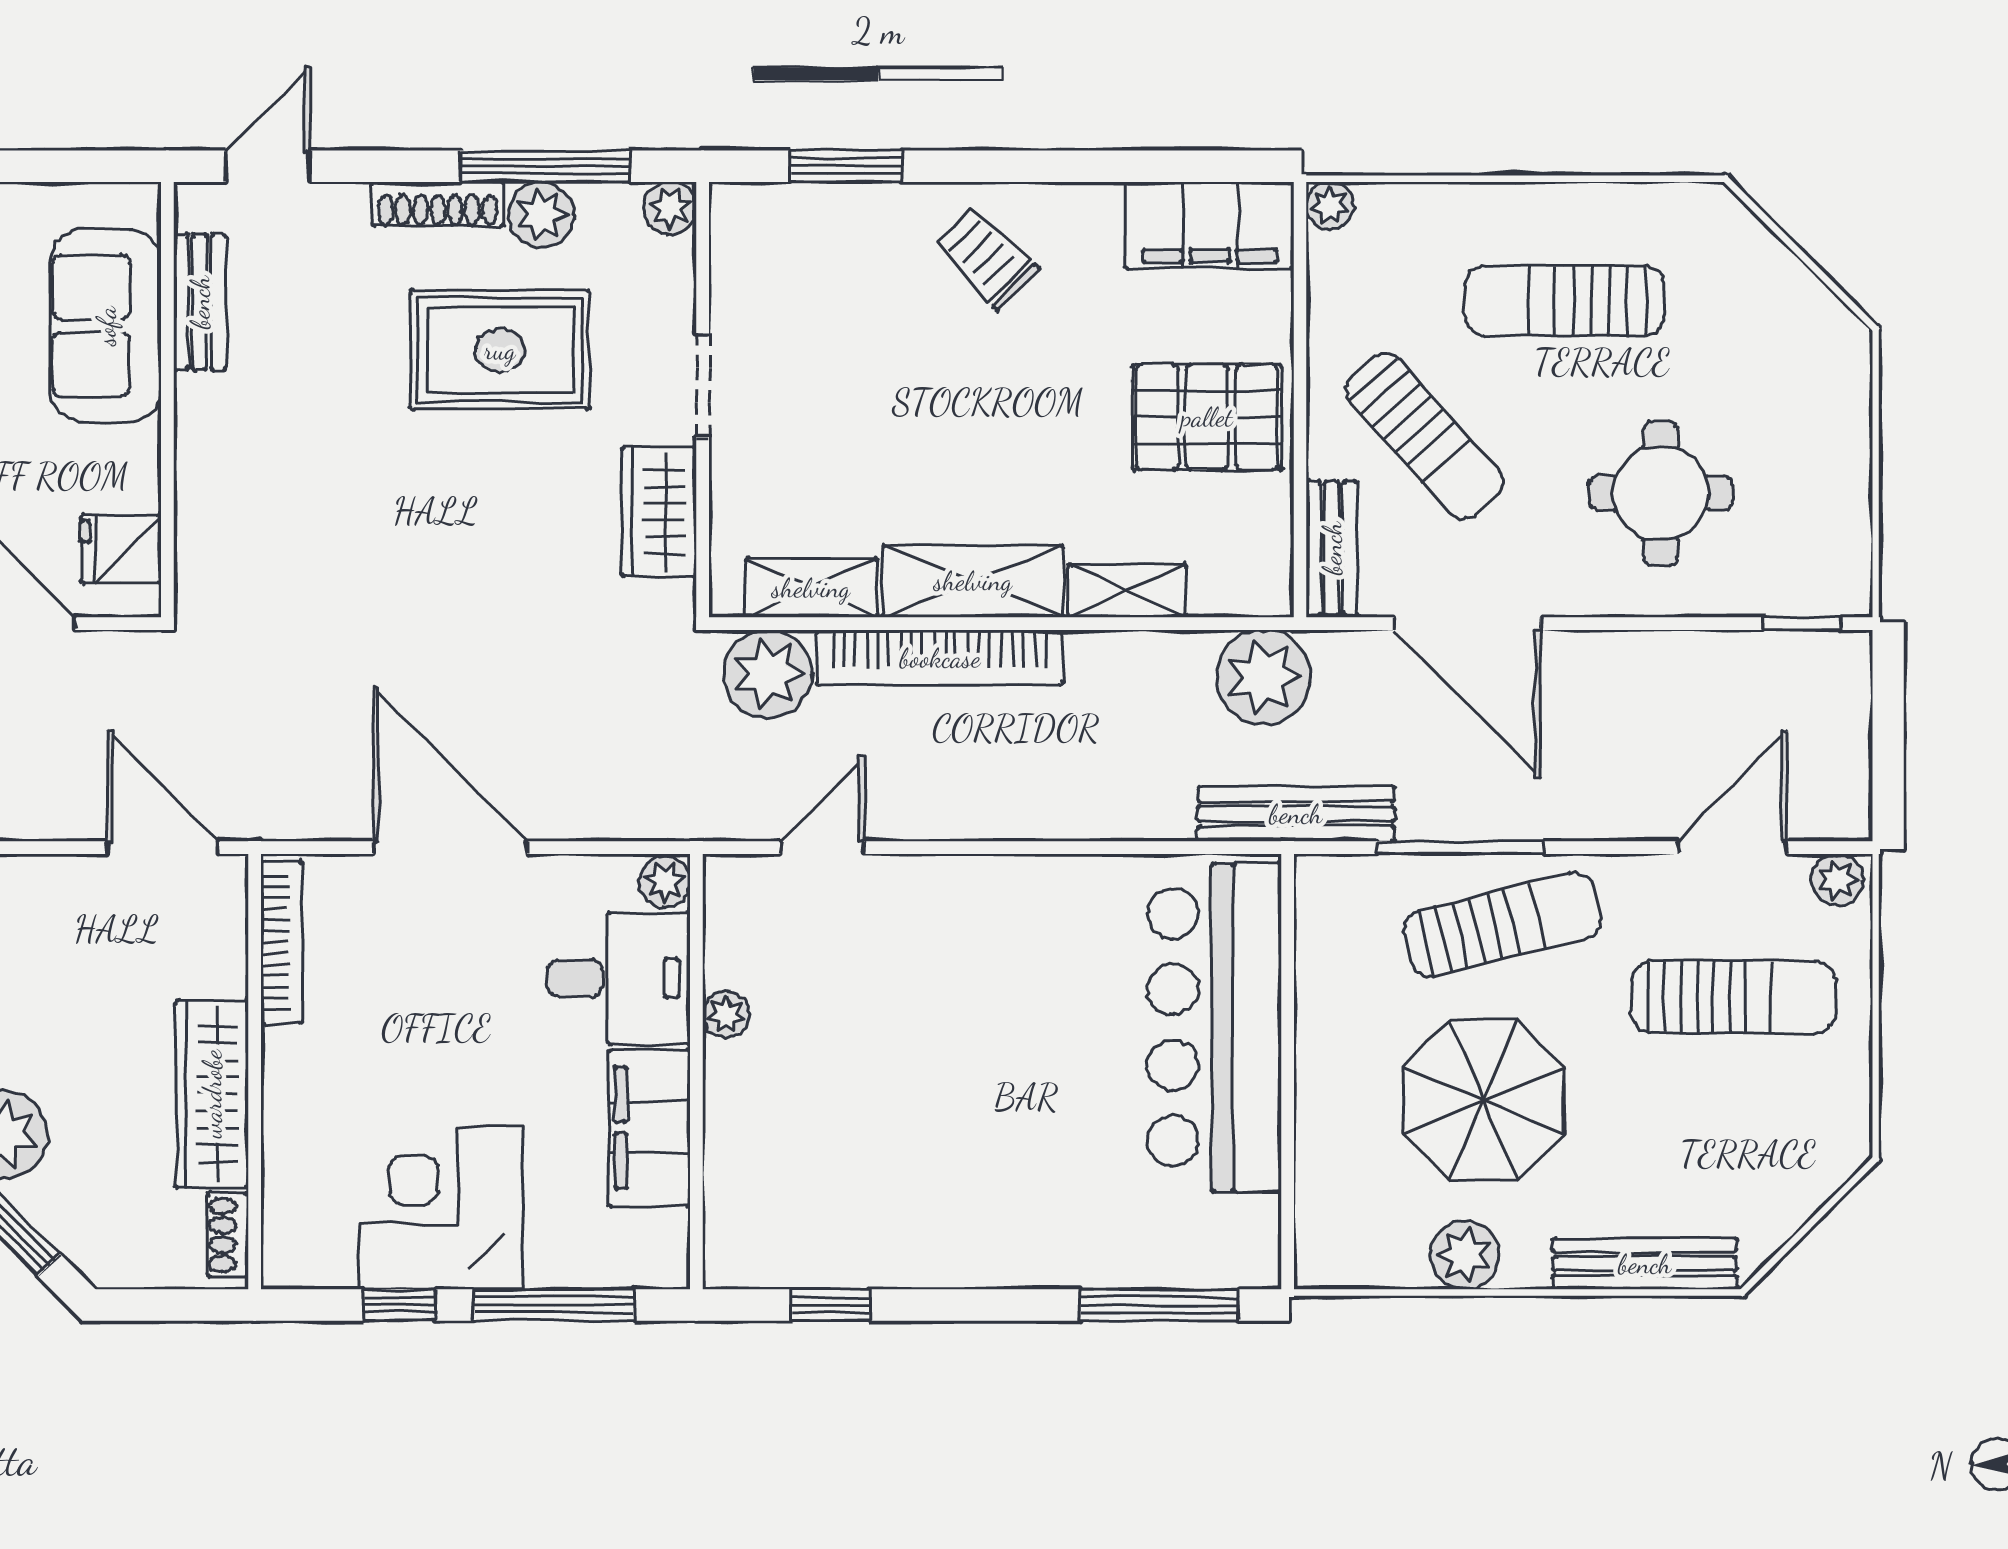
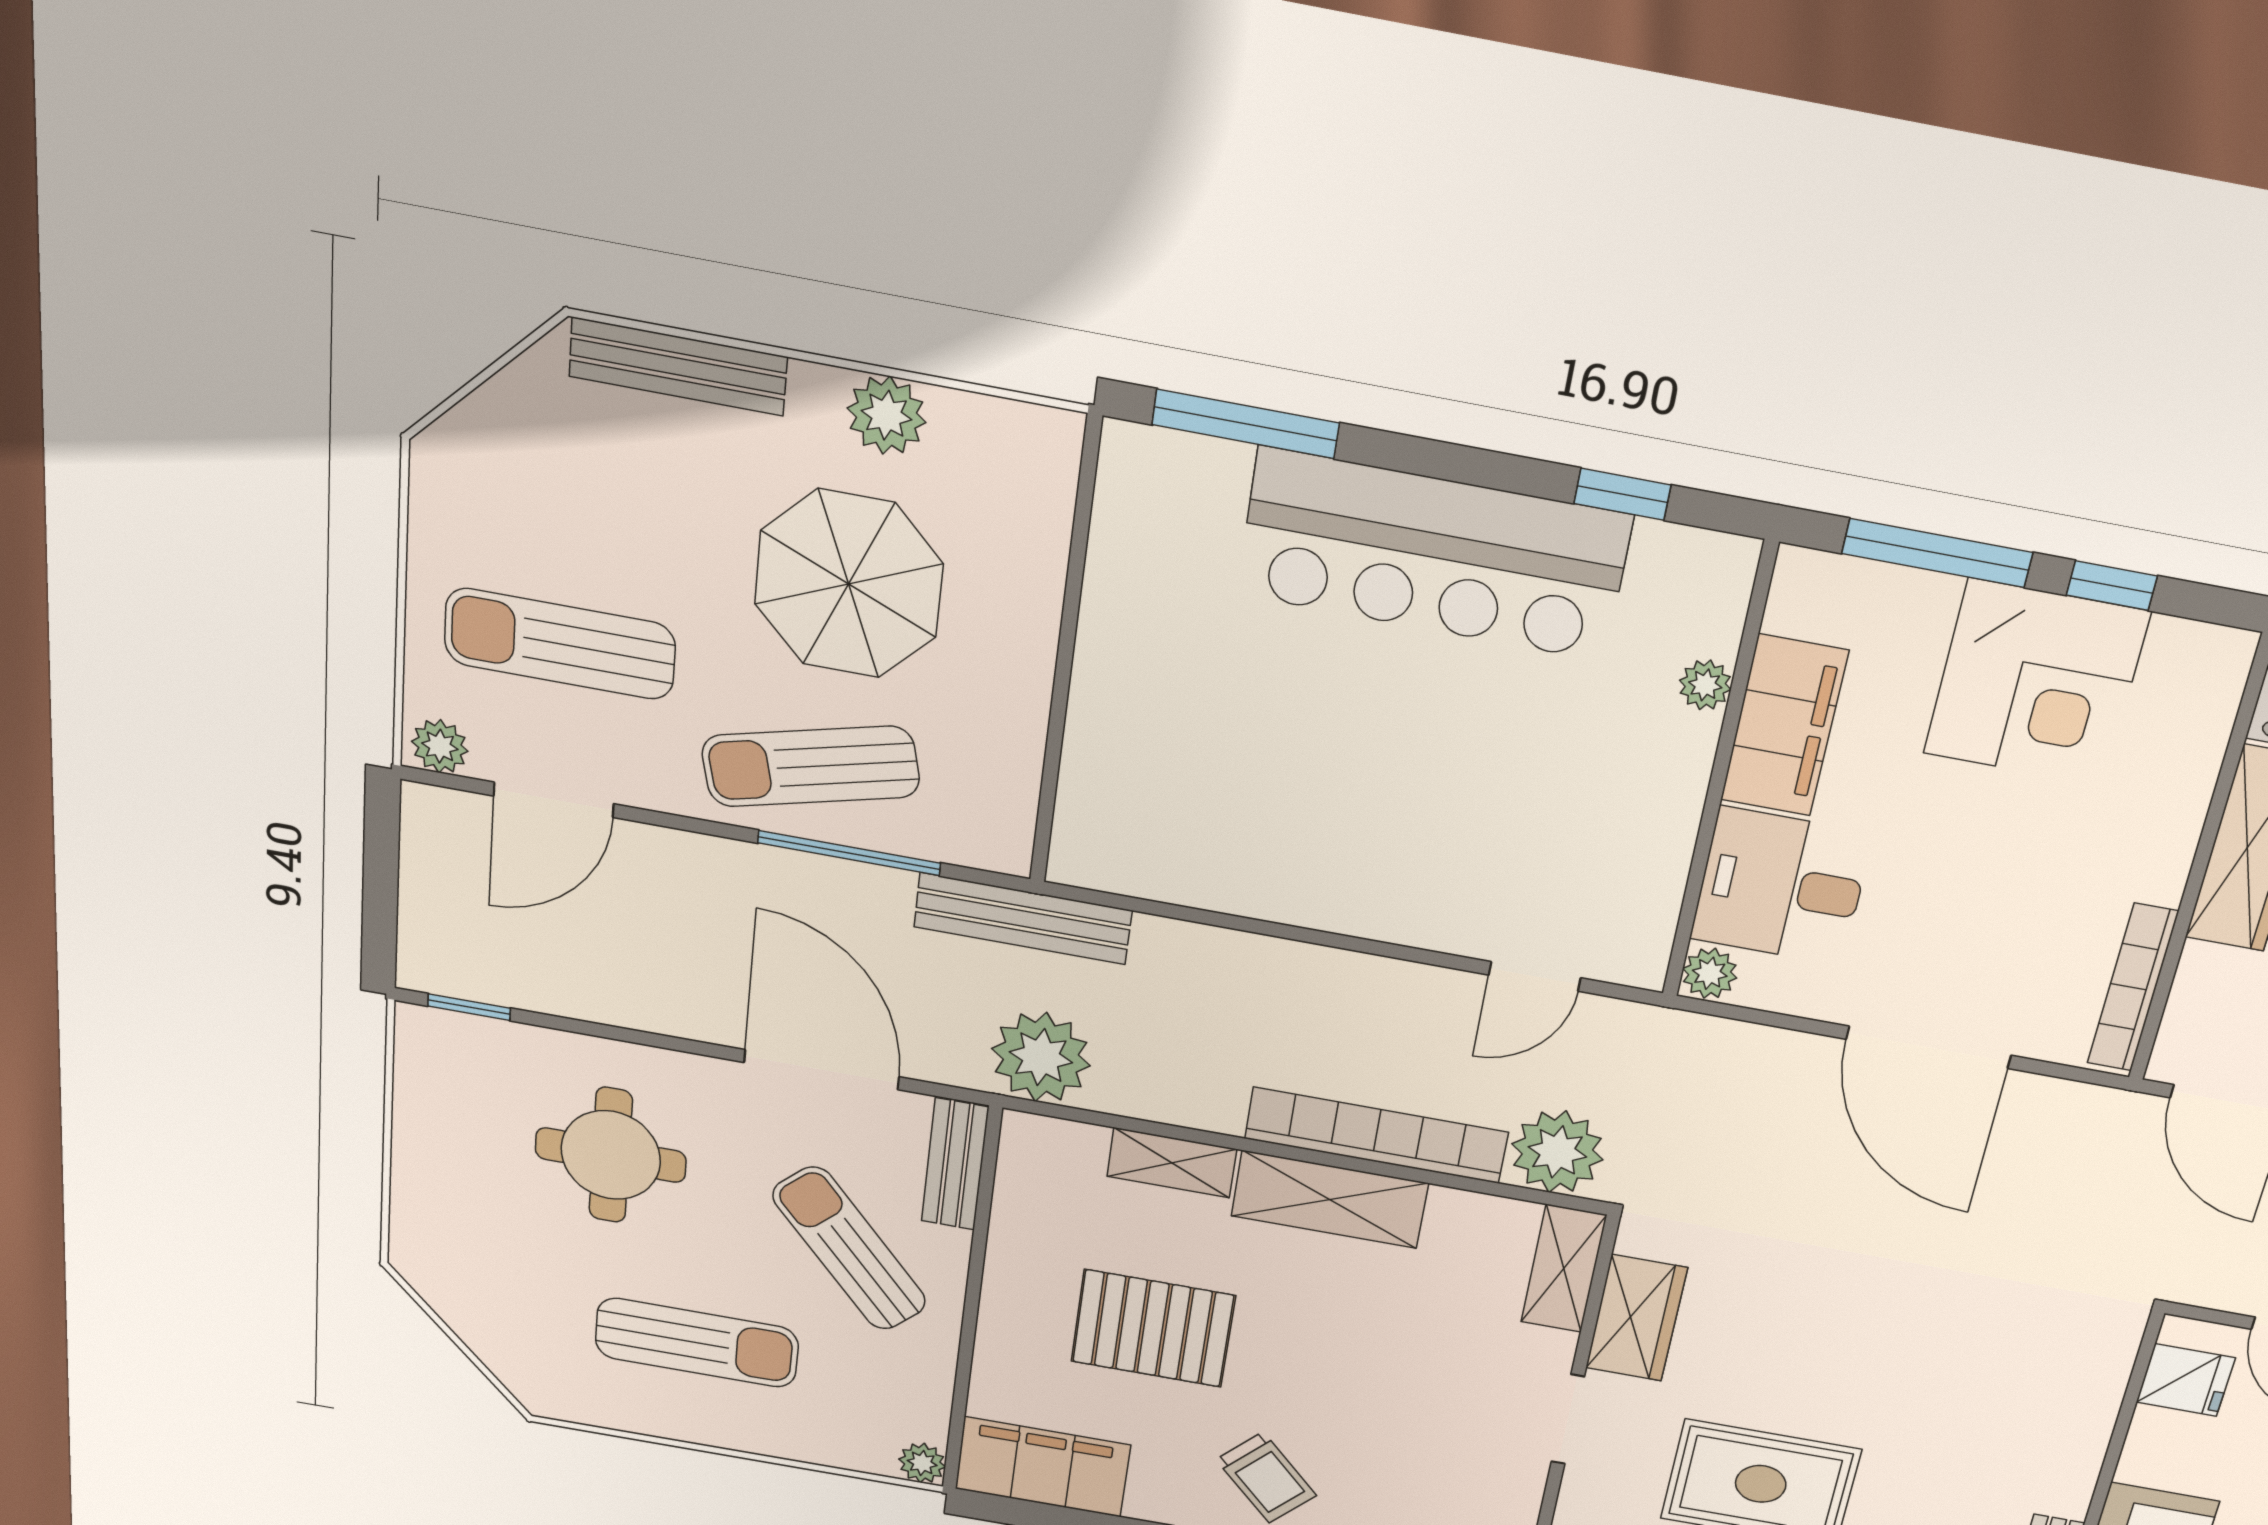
pallet: (1207, 417) -> (1153, 1328), moved
shelving: (811, 588) -> (1564, 1269), moved, turned 90
plant: (726, 1014) -> (1705, 685), moved
bar counter: (1214, 1027) -> (1434, 555), moved, turned 90

